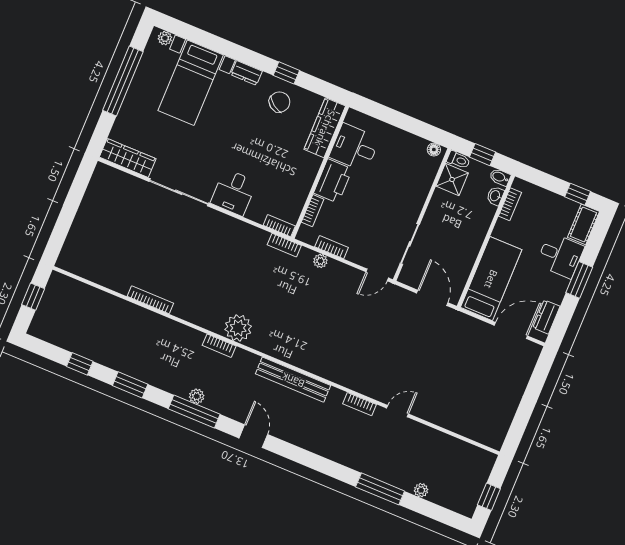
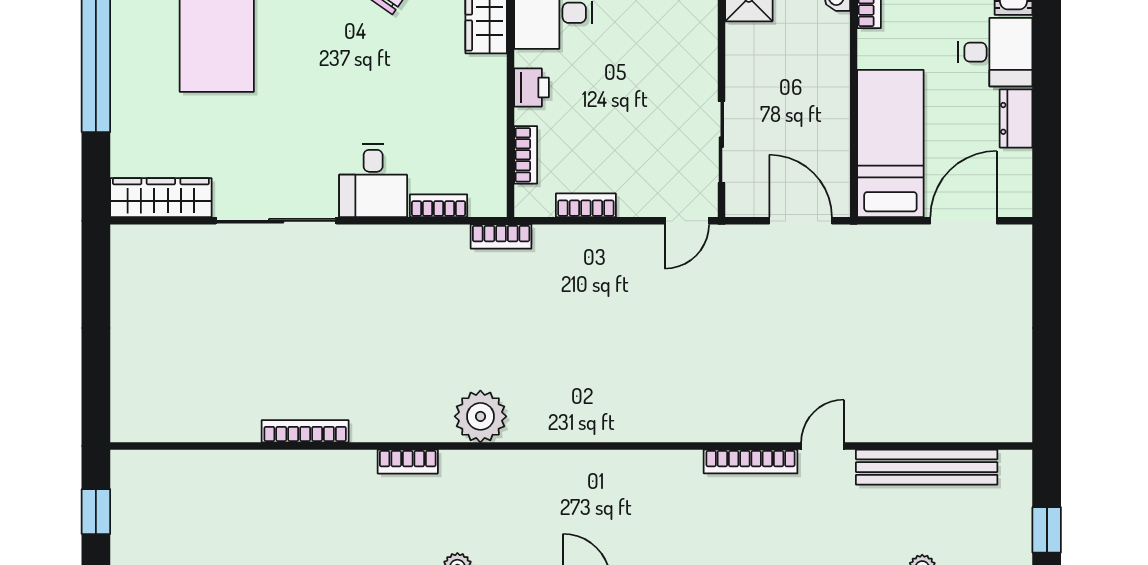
printer: (333, 181) -> (531, 87), width x0.53, depth x0.68
bookcase: (279, 226) -> (439, 206), moved
plant: (320, 261) -> (576, 238), removed
window: (579, 280) -> (1047, 81), removed
dresser: (546, 317) -> (1016, 118), moved
bookcase: (219, 346) -> (408, 462), moved
bench: (293, 380) -> (927, 467), moved
bookcase: (360, 404) -> (751, 462), width x1.56

